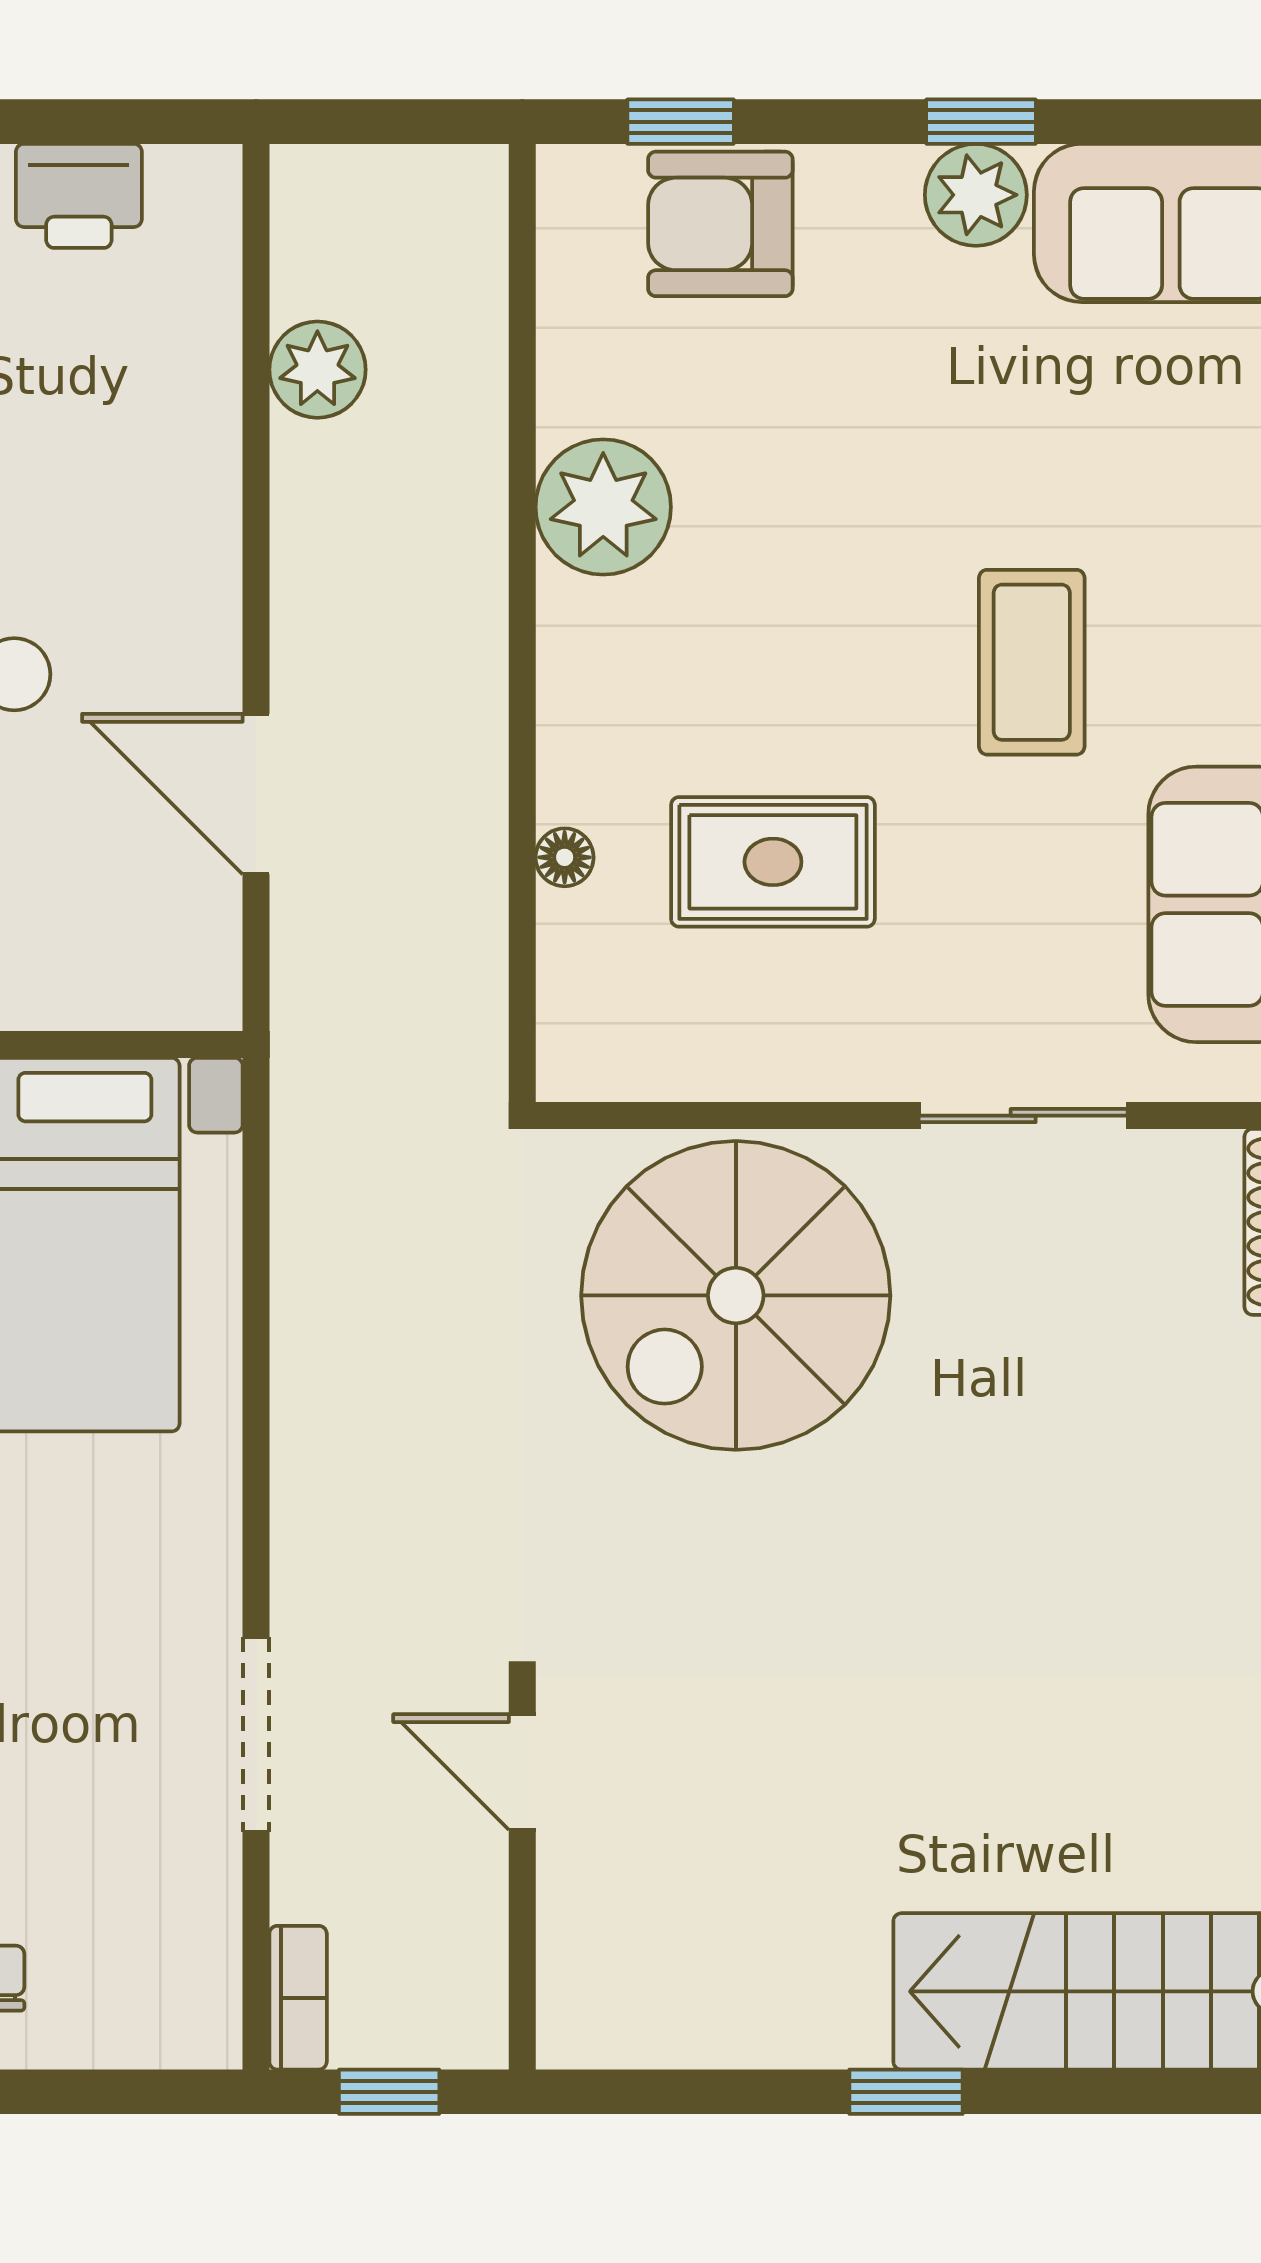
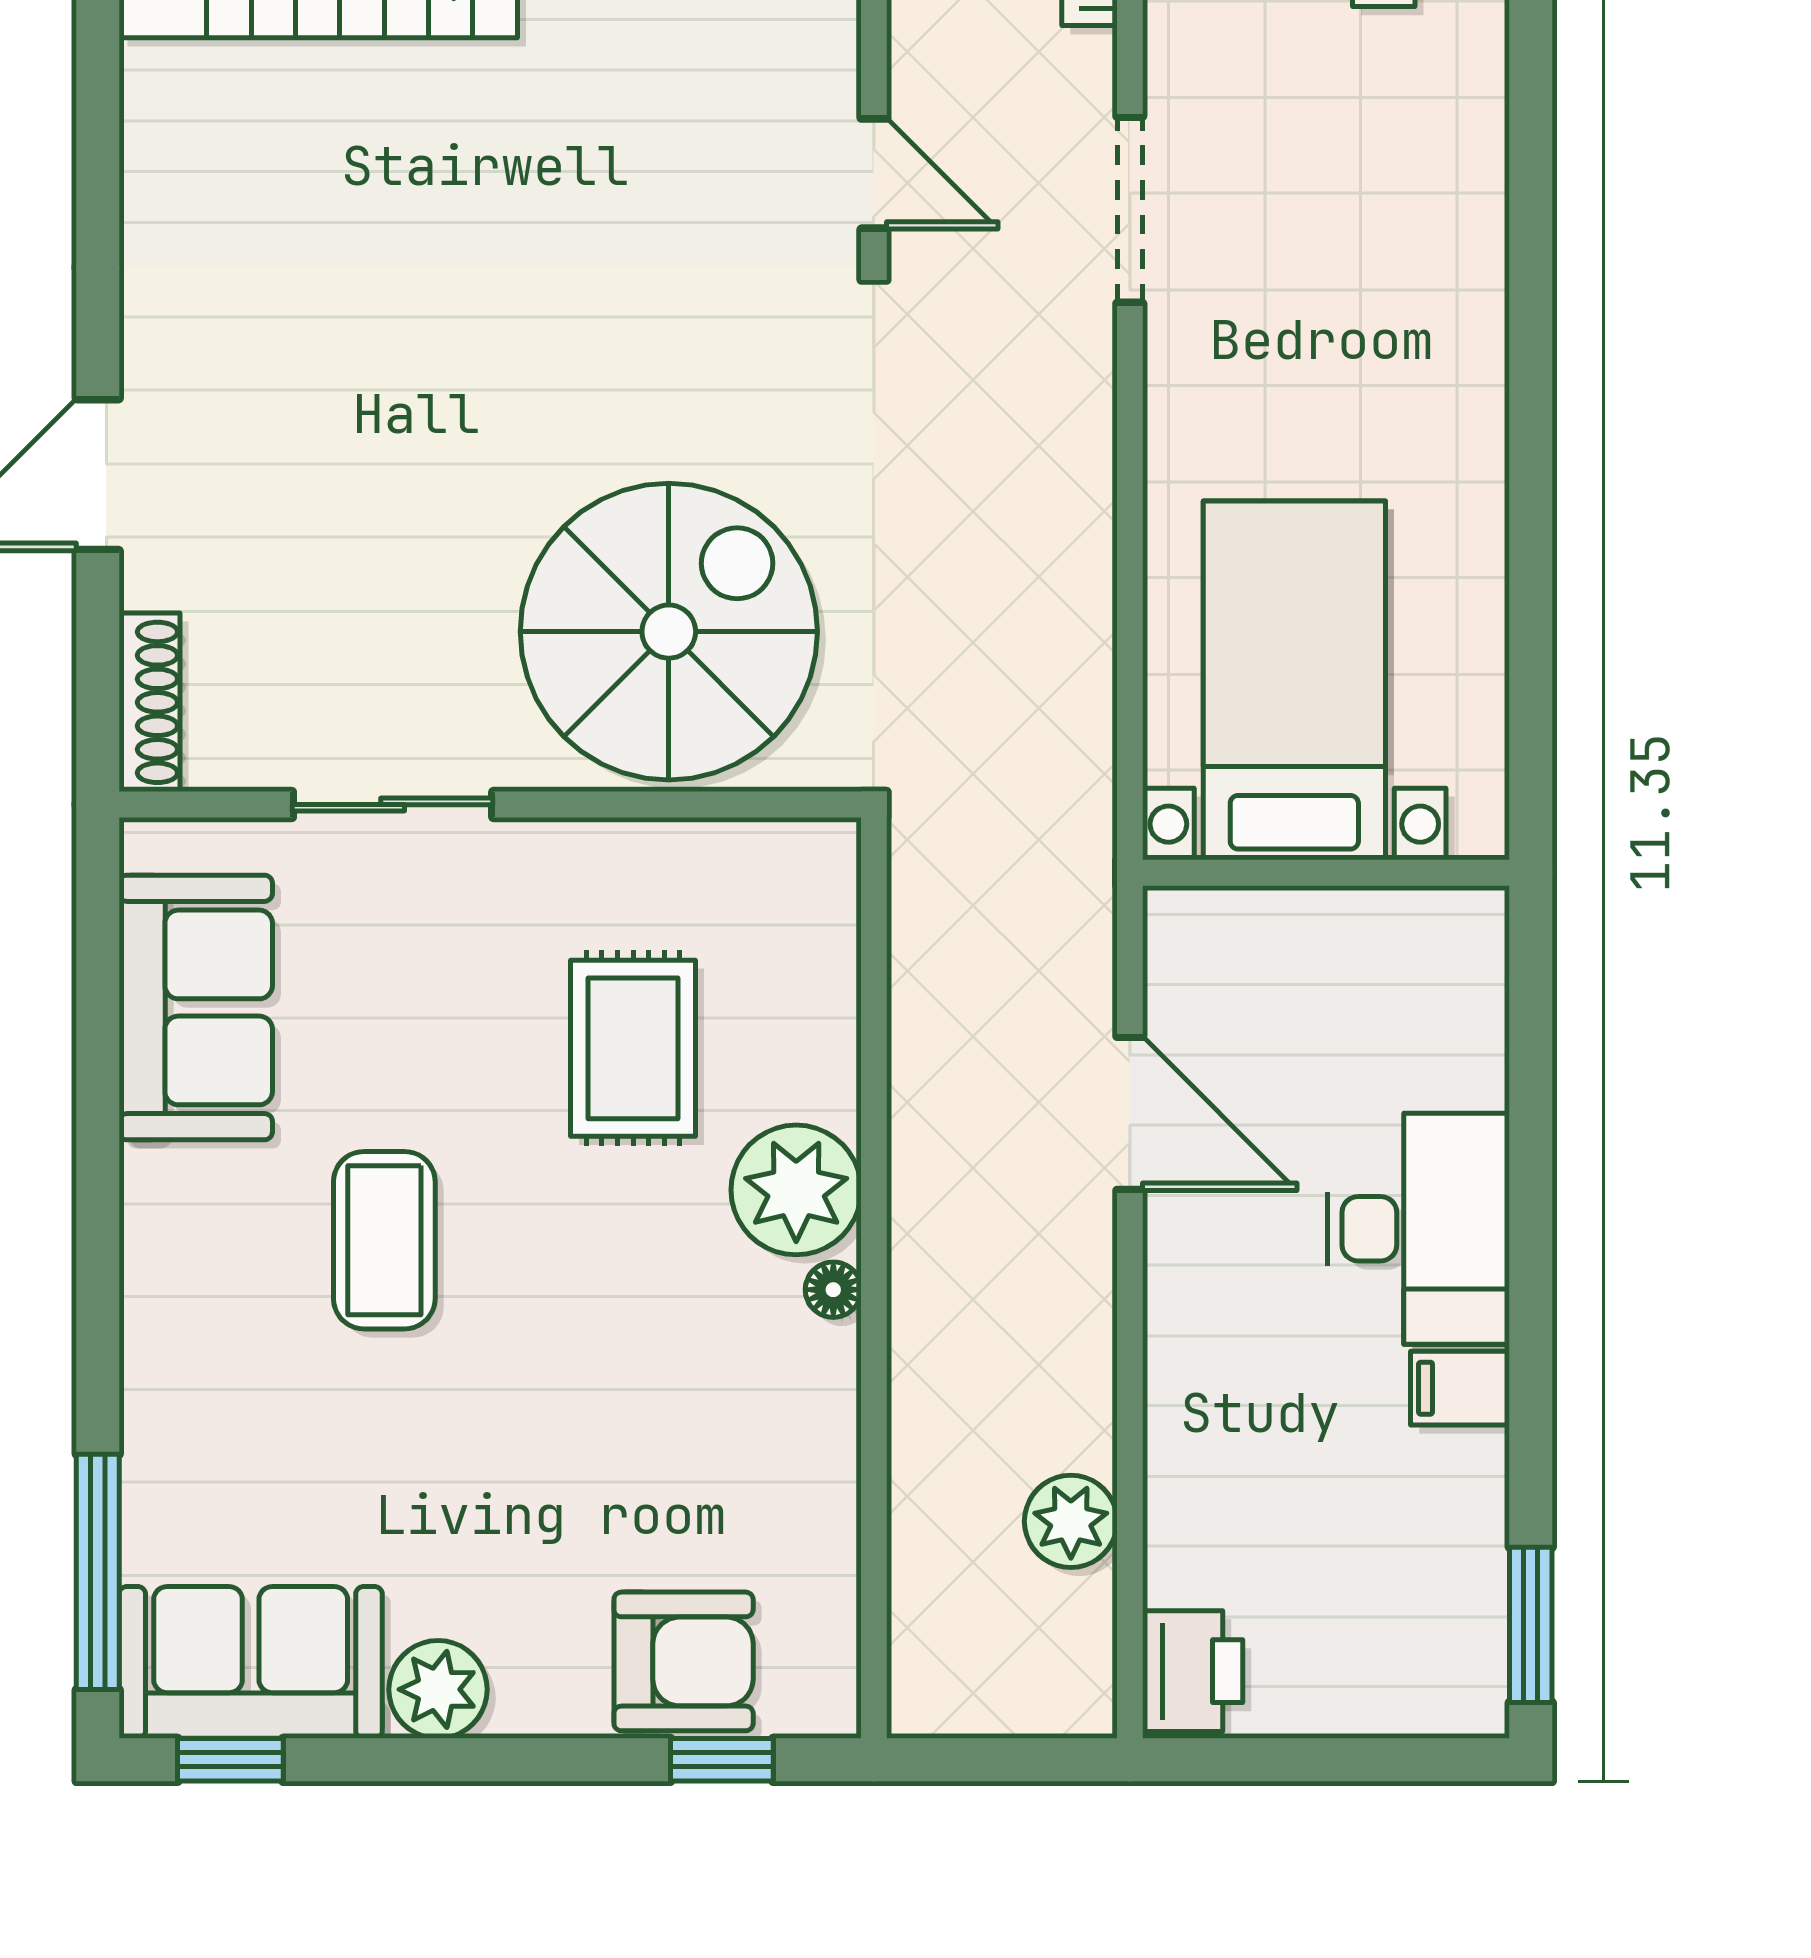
window: (981, 122) -> (230, 1760), moved
printer: (79, 196) -> (1193, 1671), moved, turned 90
plant: (603, 507) -> (796, 1190), moved
floor lamp: (565, 857) -> (833, 1290), moved
rug: (773, 862) -> (633, 1048), turned 90

